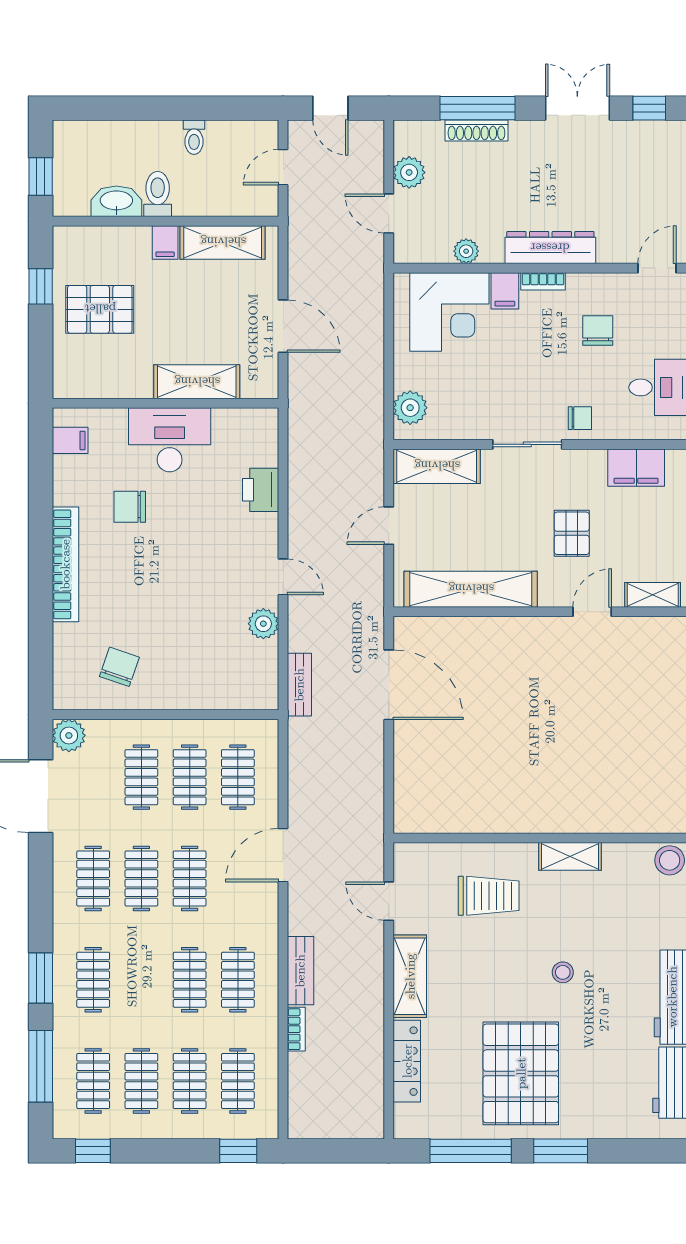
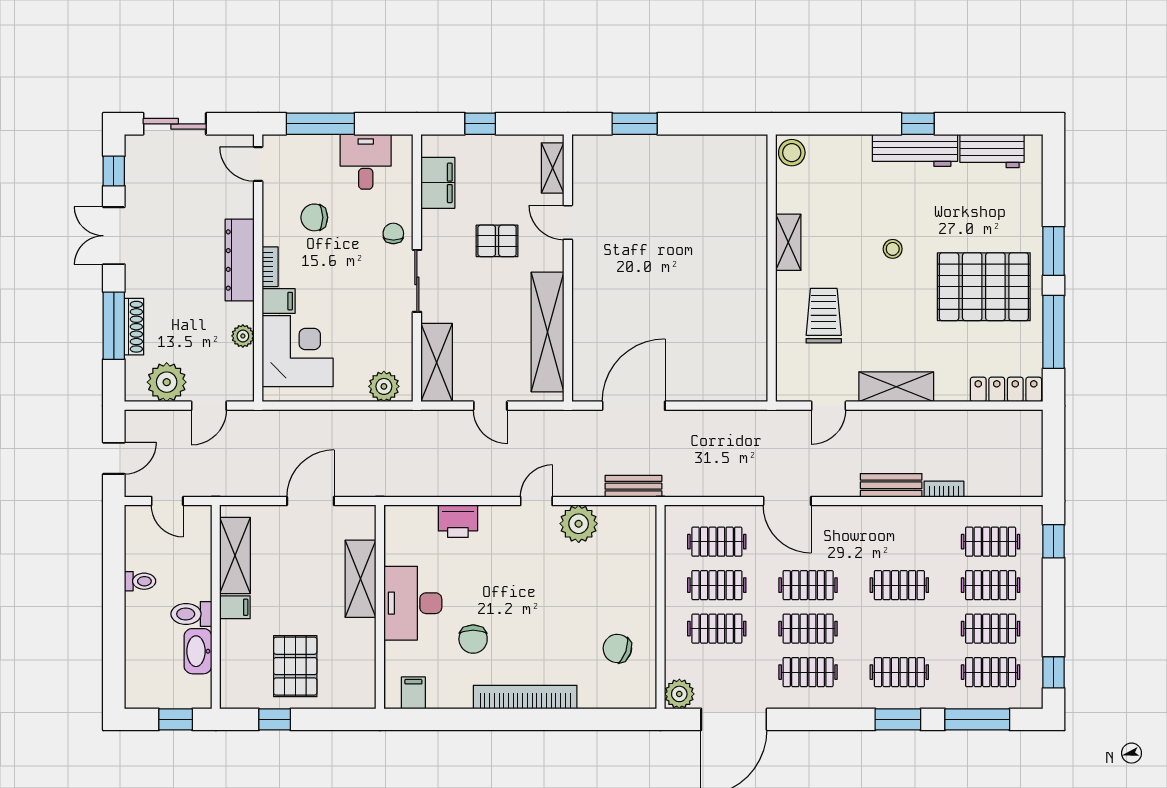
plant: (409, 172) -> (167, 382), width x1.36, depth x1.36
plant: (263, 624) -> (579, 524), width x1.36, depth x1.36
clothes rail: (238, 980) -> (899, 542), removed
locker: (407, 1061) -> (1006, 389), moved

